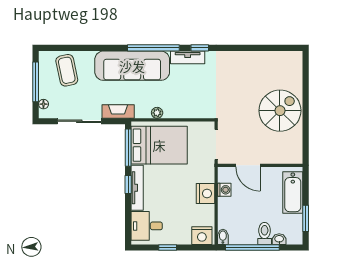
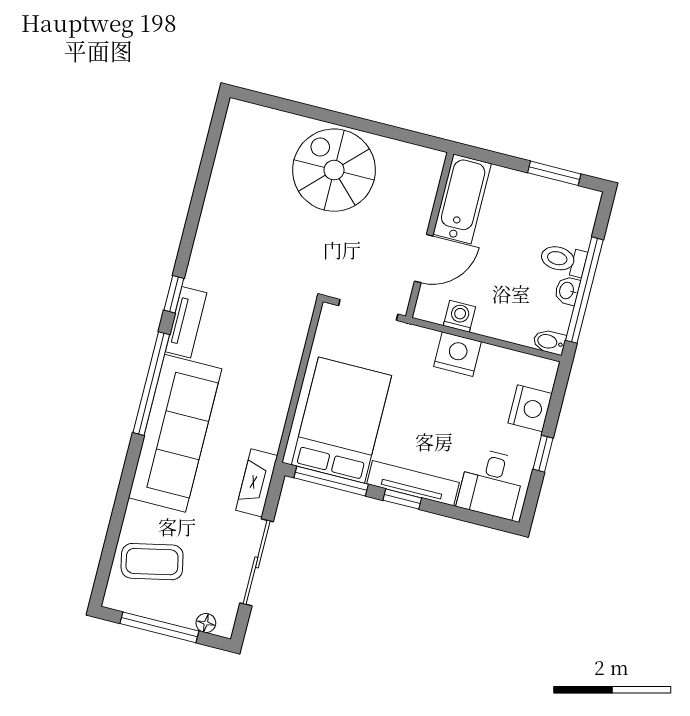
plant: (157, 113) -> (278, 408), removed
bathtub: (293, 193) -> (462, 199), moved, turned -90
nightstand: (202, 236) -> (530, 408), moved
washbasin: (279, 239) -> (567, 291), moved

